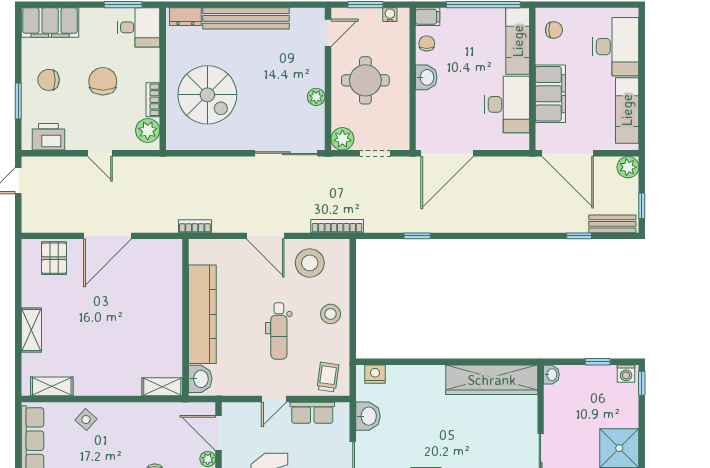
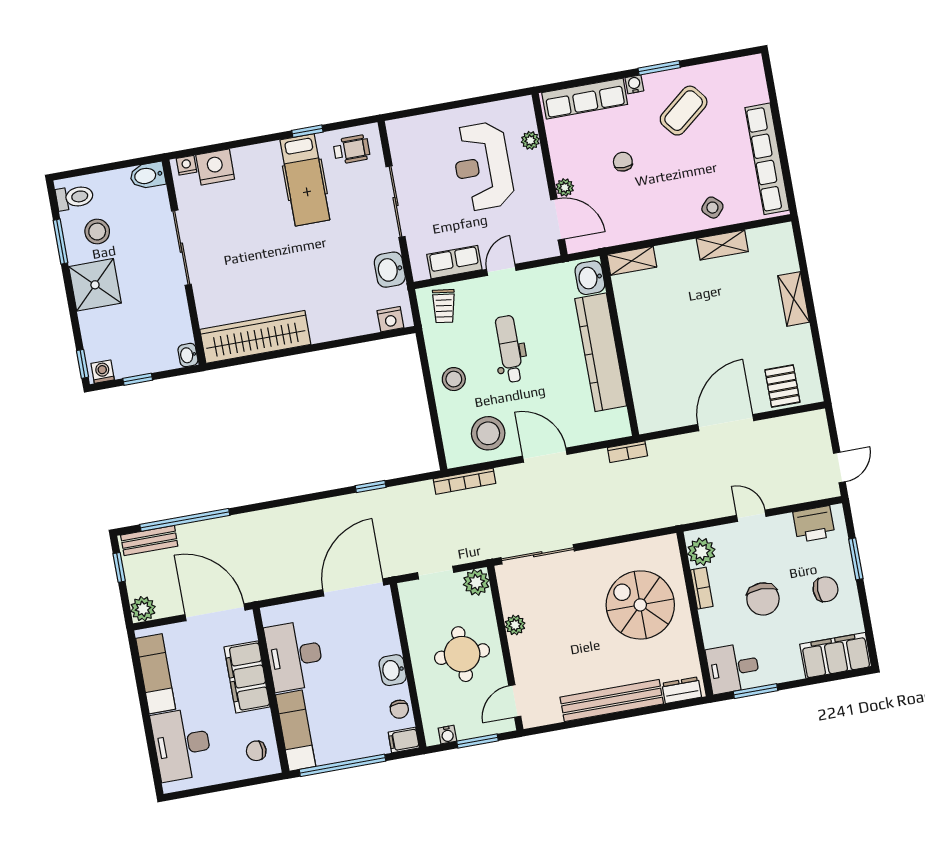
window: (579, 236) -> (185, 520), width x3.17
shelving: (52, 386) -> (722, 245), moved

